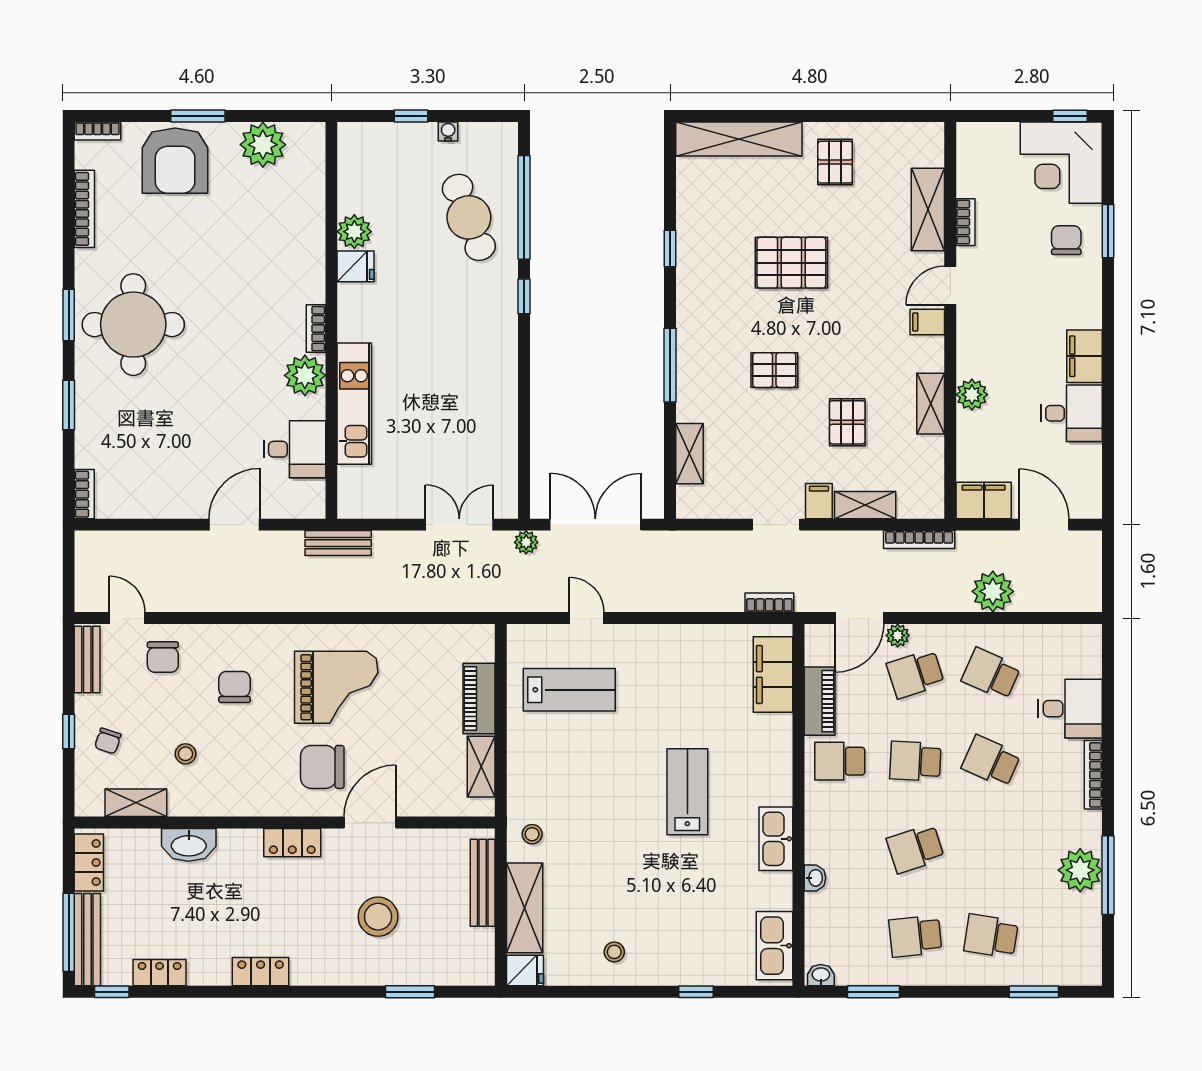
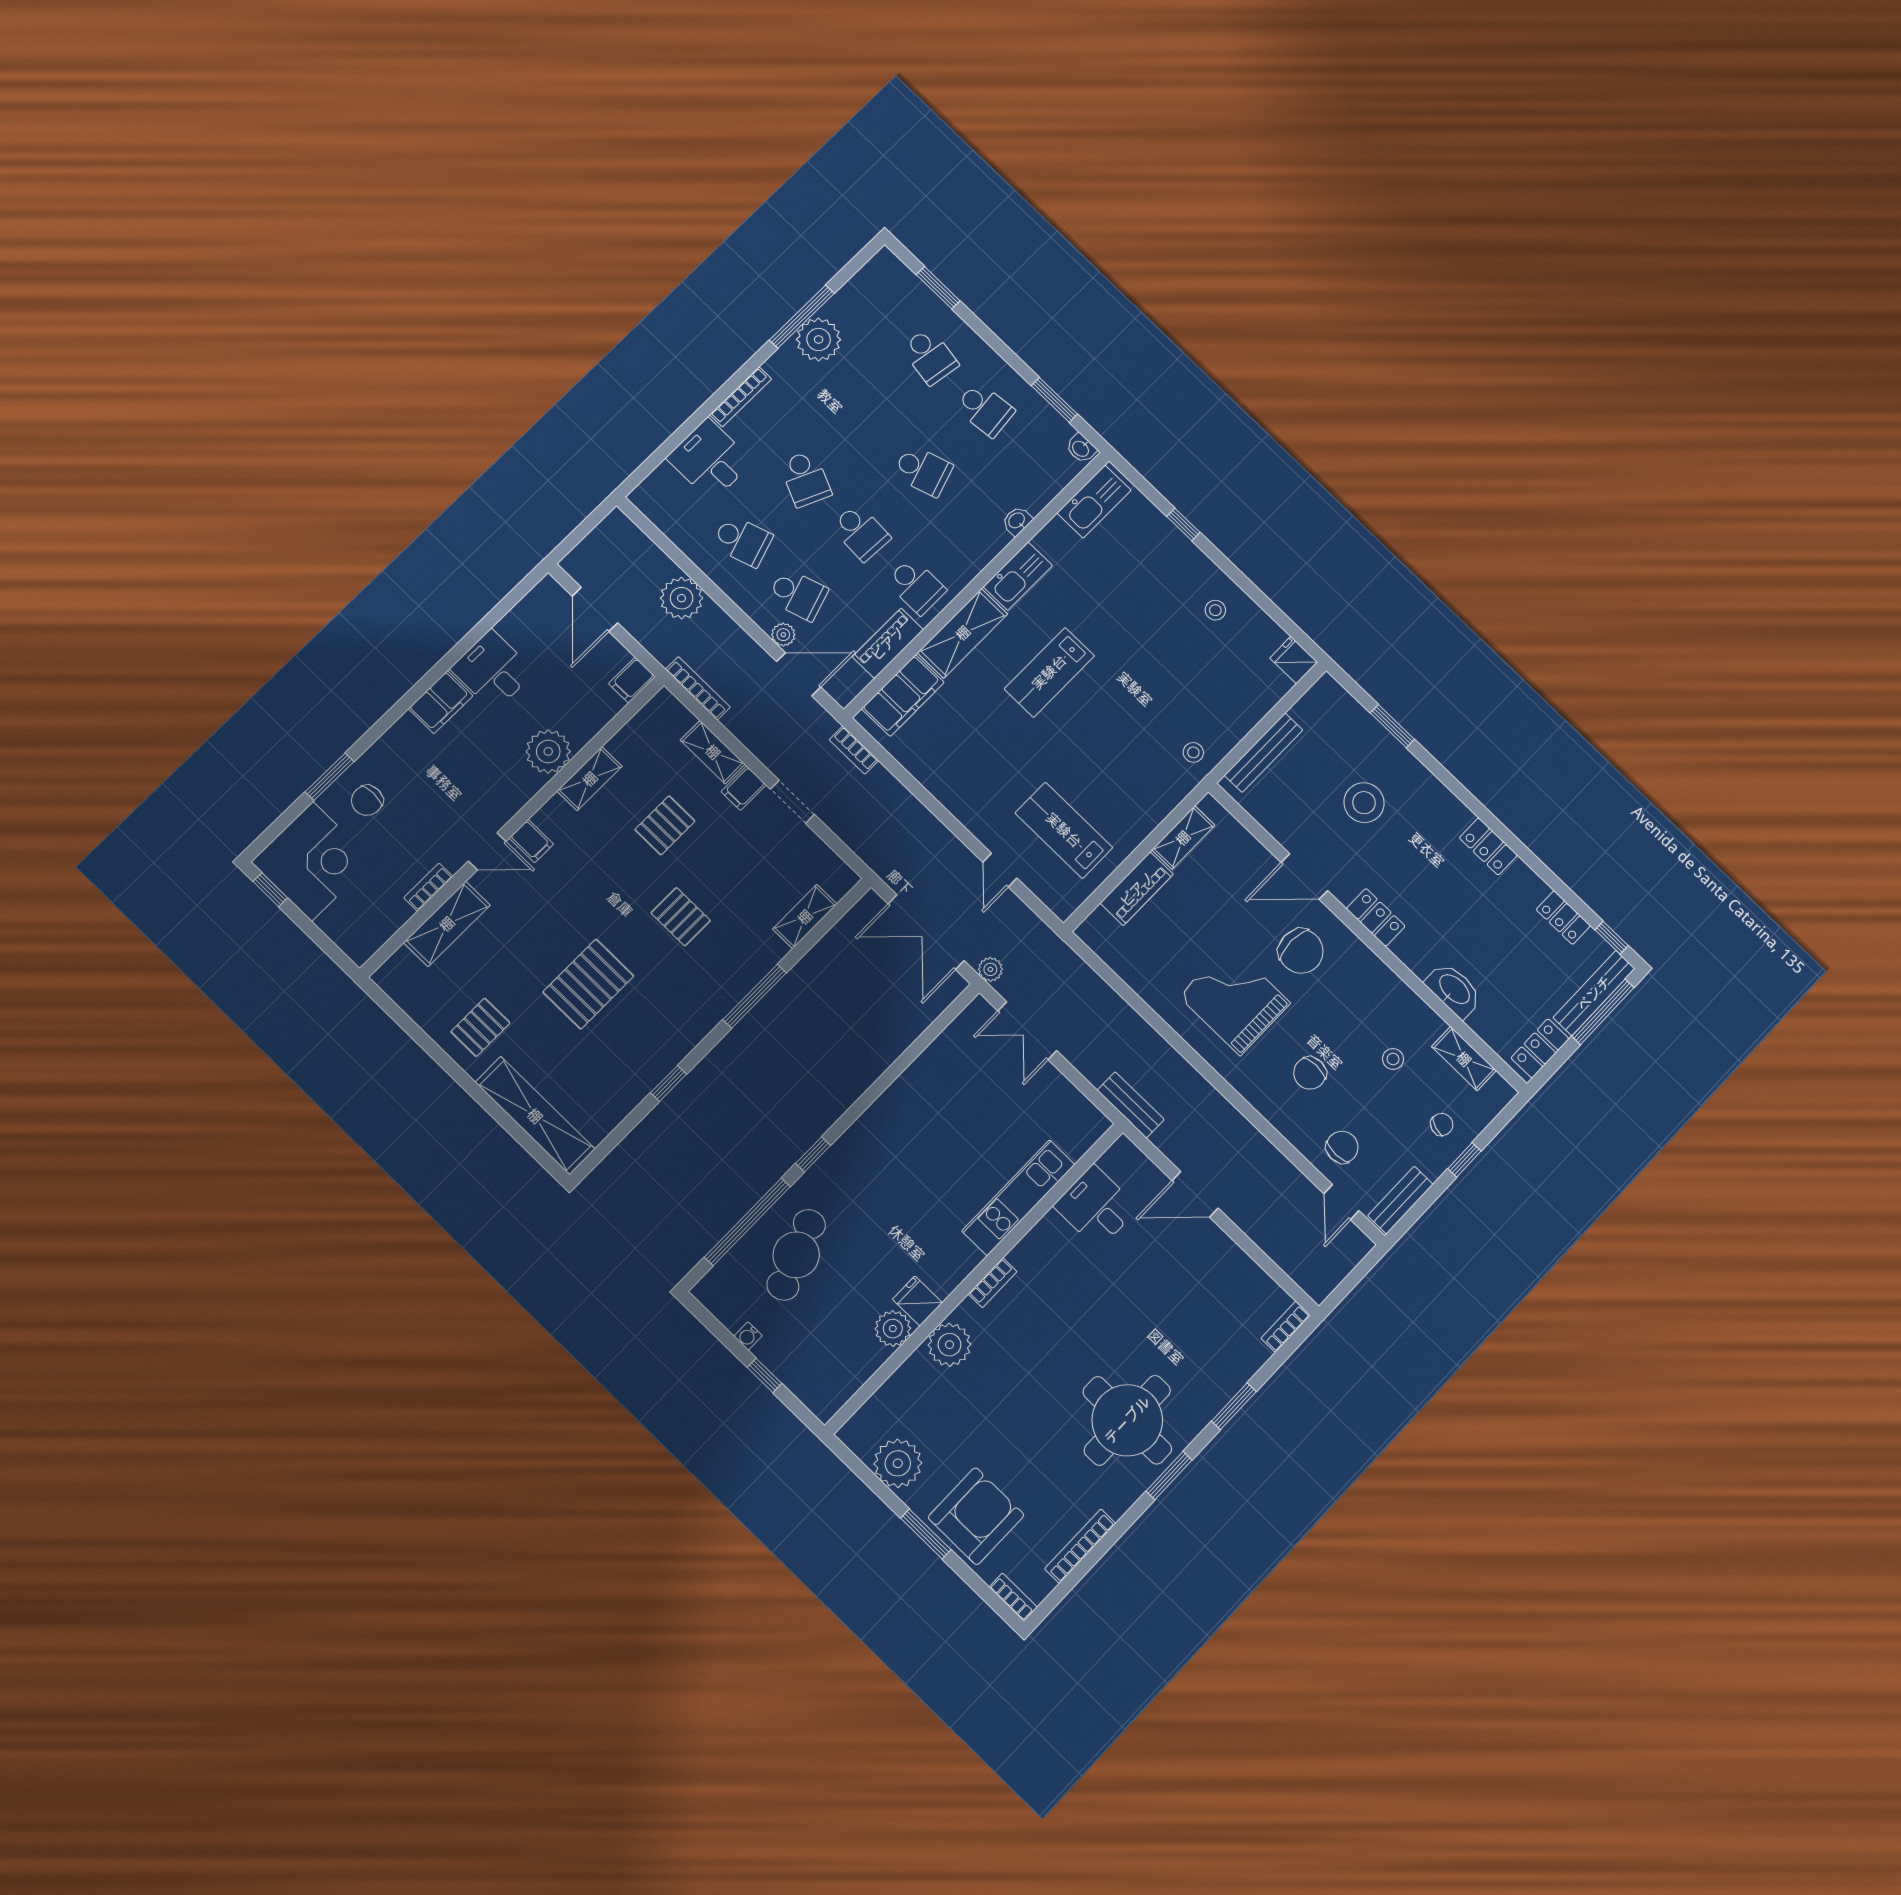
pallet: (791, 263) -> (588, 984), turned 90
plant: (305, 375) -> (949, 1345), moved
plant: (972, 395) -> (548, 751), width x1.36, depth x1.36
filing cabinet: (984, 500) -> (632, 680), width x0.50
school desk: (991, 674) -> (743, 541), turned -42
shelving: (525, 908) -> (963, 633), moved

